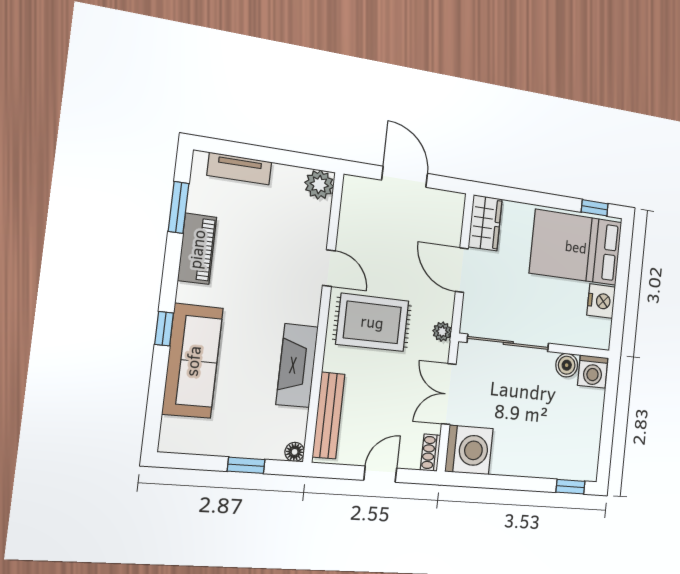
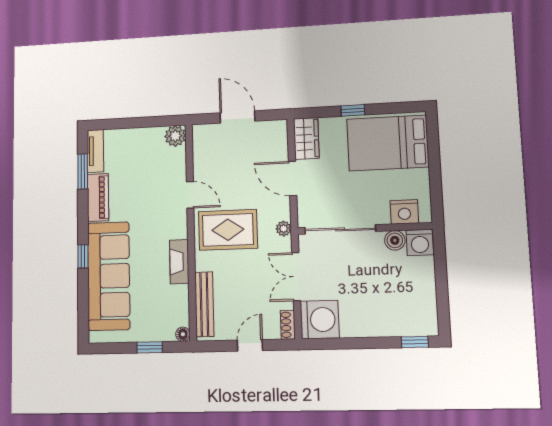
tv unit: (239, 169) -> (95, 151), moved, turned -90
window: (595, 208) -> (353, 110), moved
nightstand: (601, 301) -> (404, 212), moved, turned 90
sofa: (193, 361) -> (109, 276), width x1.36, depth x1.27
fireplace: (297, 366) -> (179, 262), width x0.73, depth x0.76

